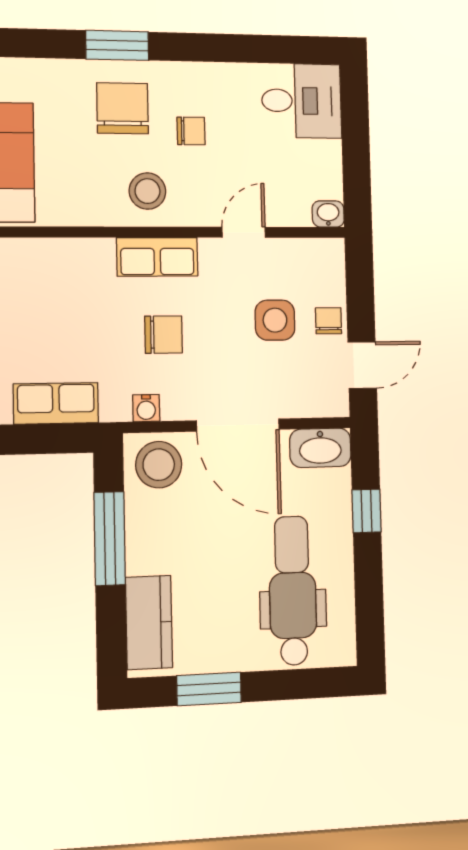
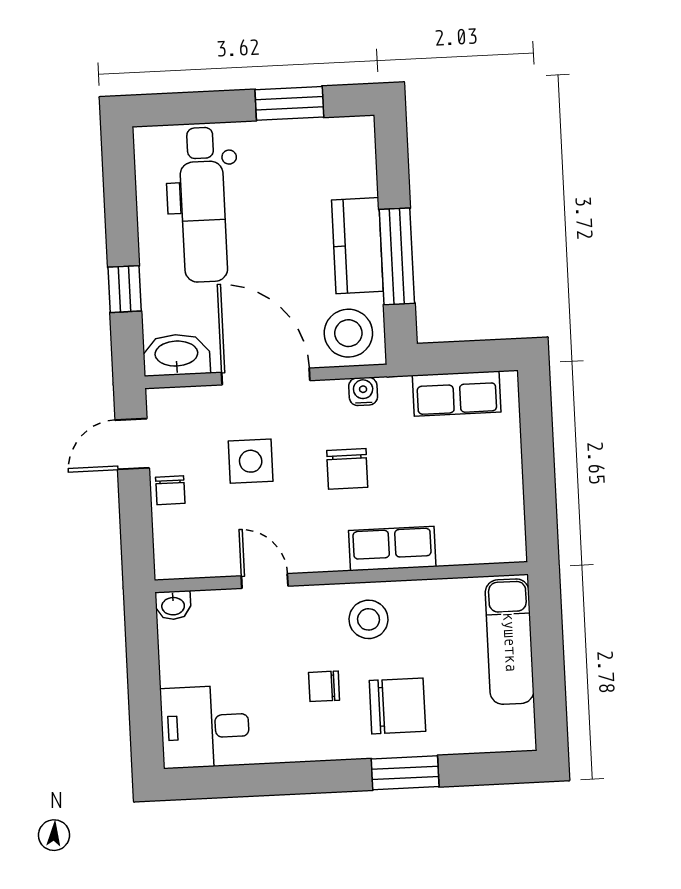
chair: (123, 108) -> (397, 706), turned -90
door: (244, 232) -> (265, 581), swing flipped
row of seats: (157, 257) -> (392, 549), moved
side table: (275, 320) -> (251, 461), moved
chair: (163, 335) -> (347, 469), turned -90
kitchen counter: (149, 622) -> (357, 246), moved

